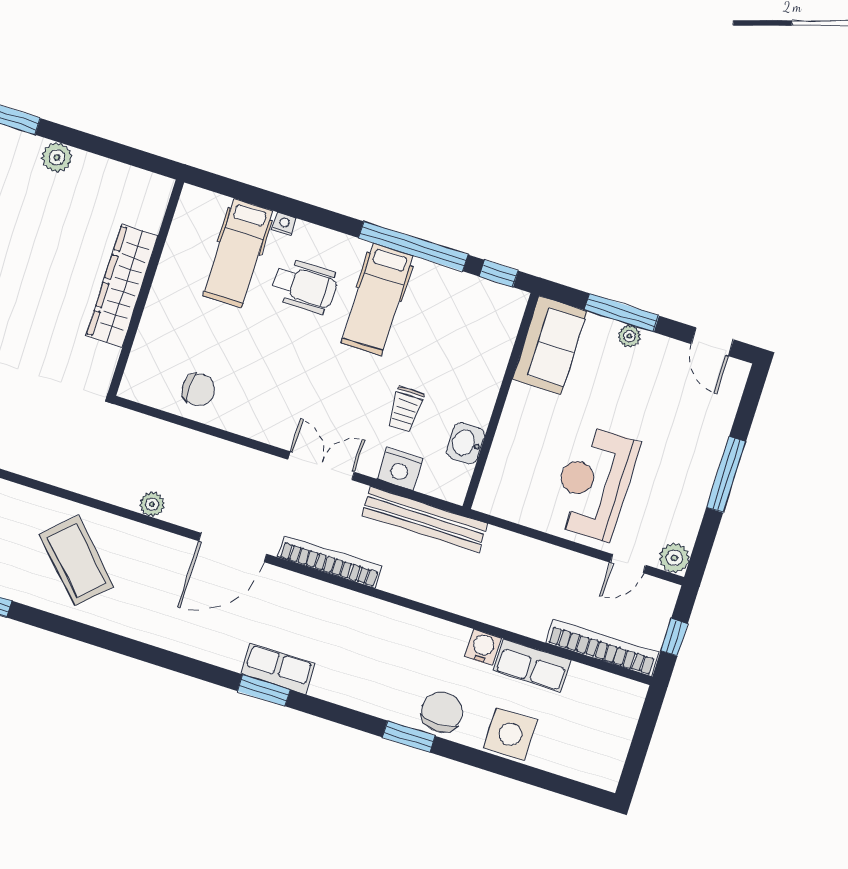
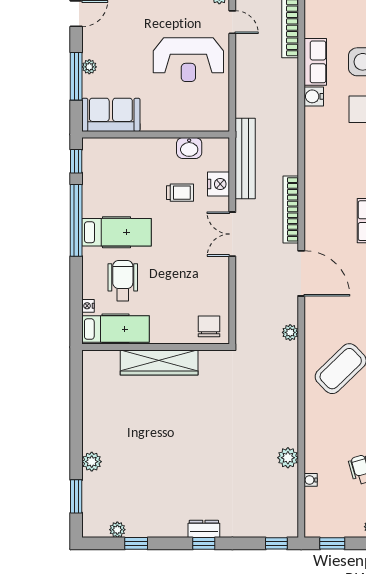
wardrobe: (122, 286) -> (159, 362), moved
wall: (146, 288) -> (156, 347), moved

